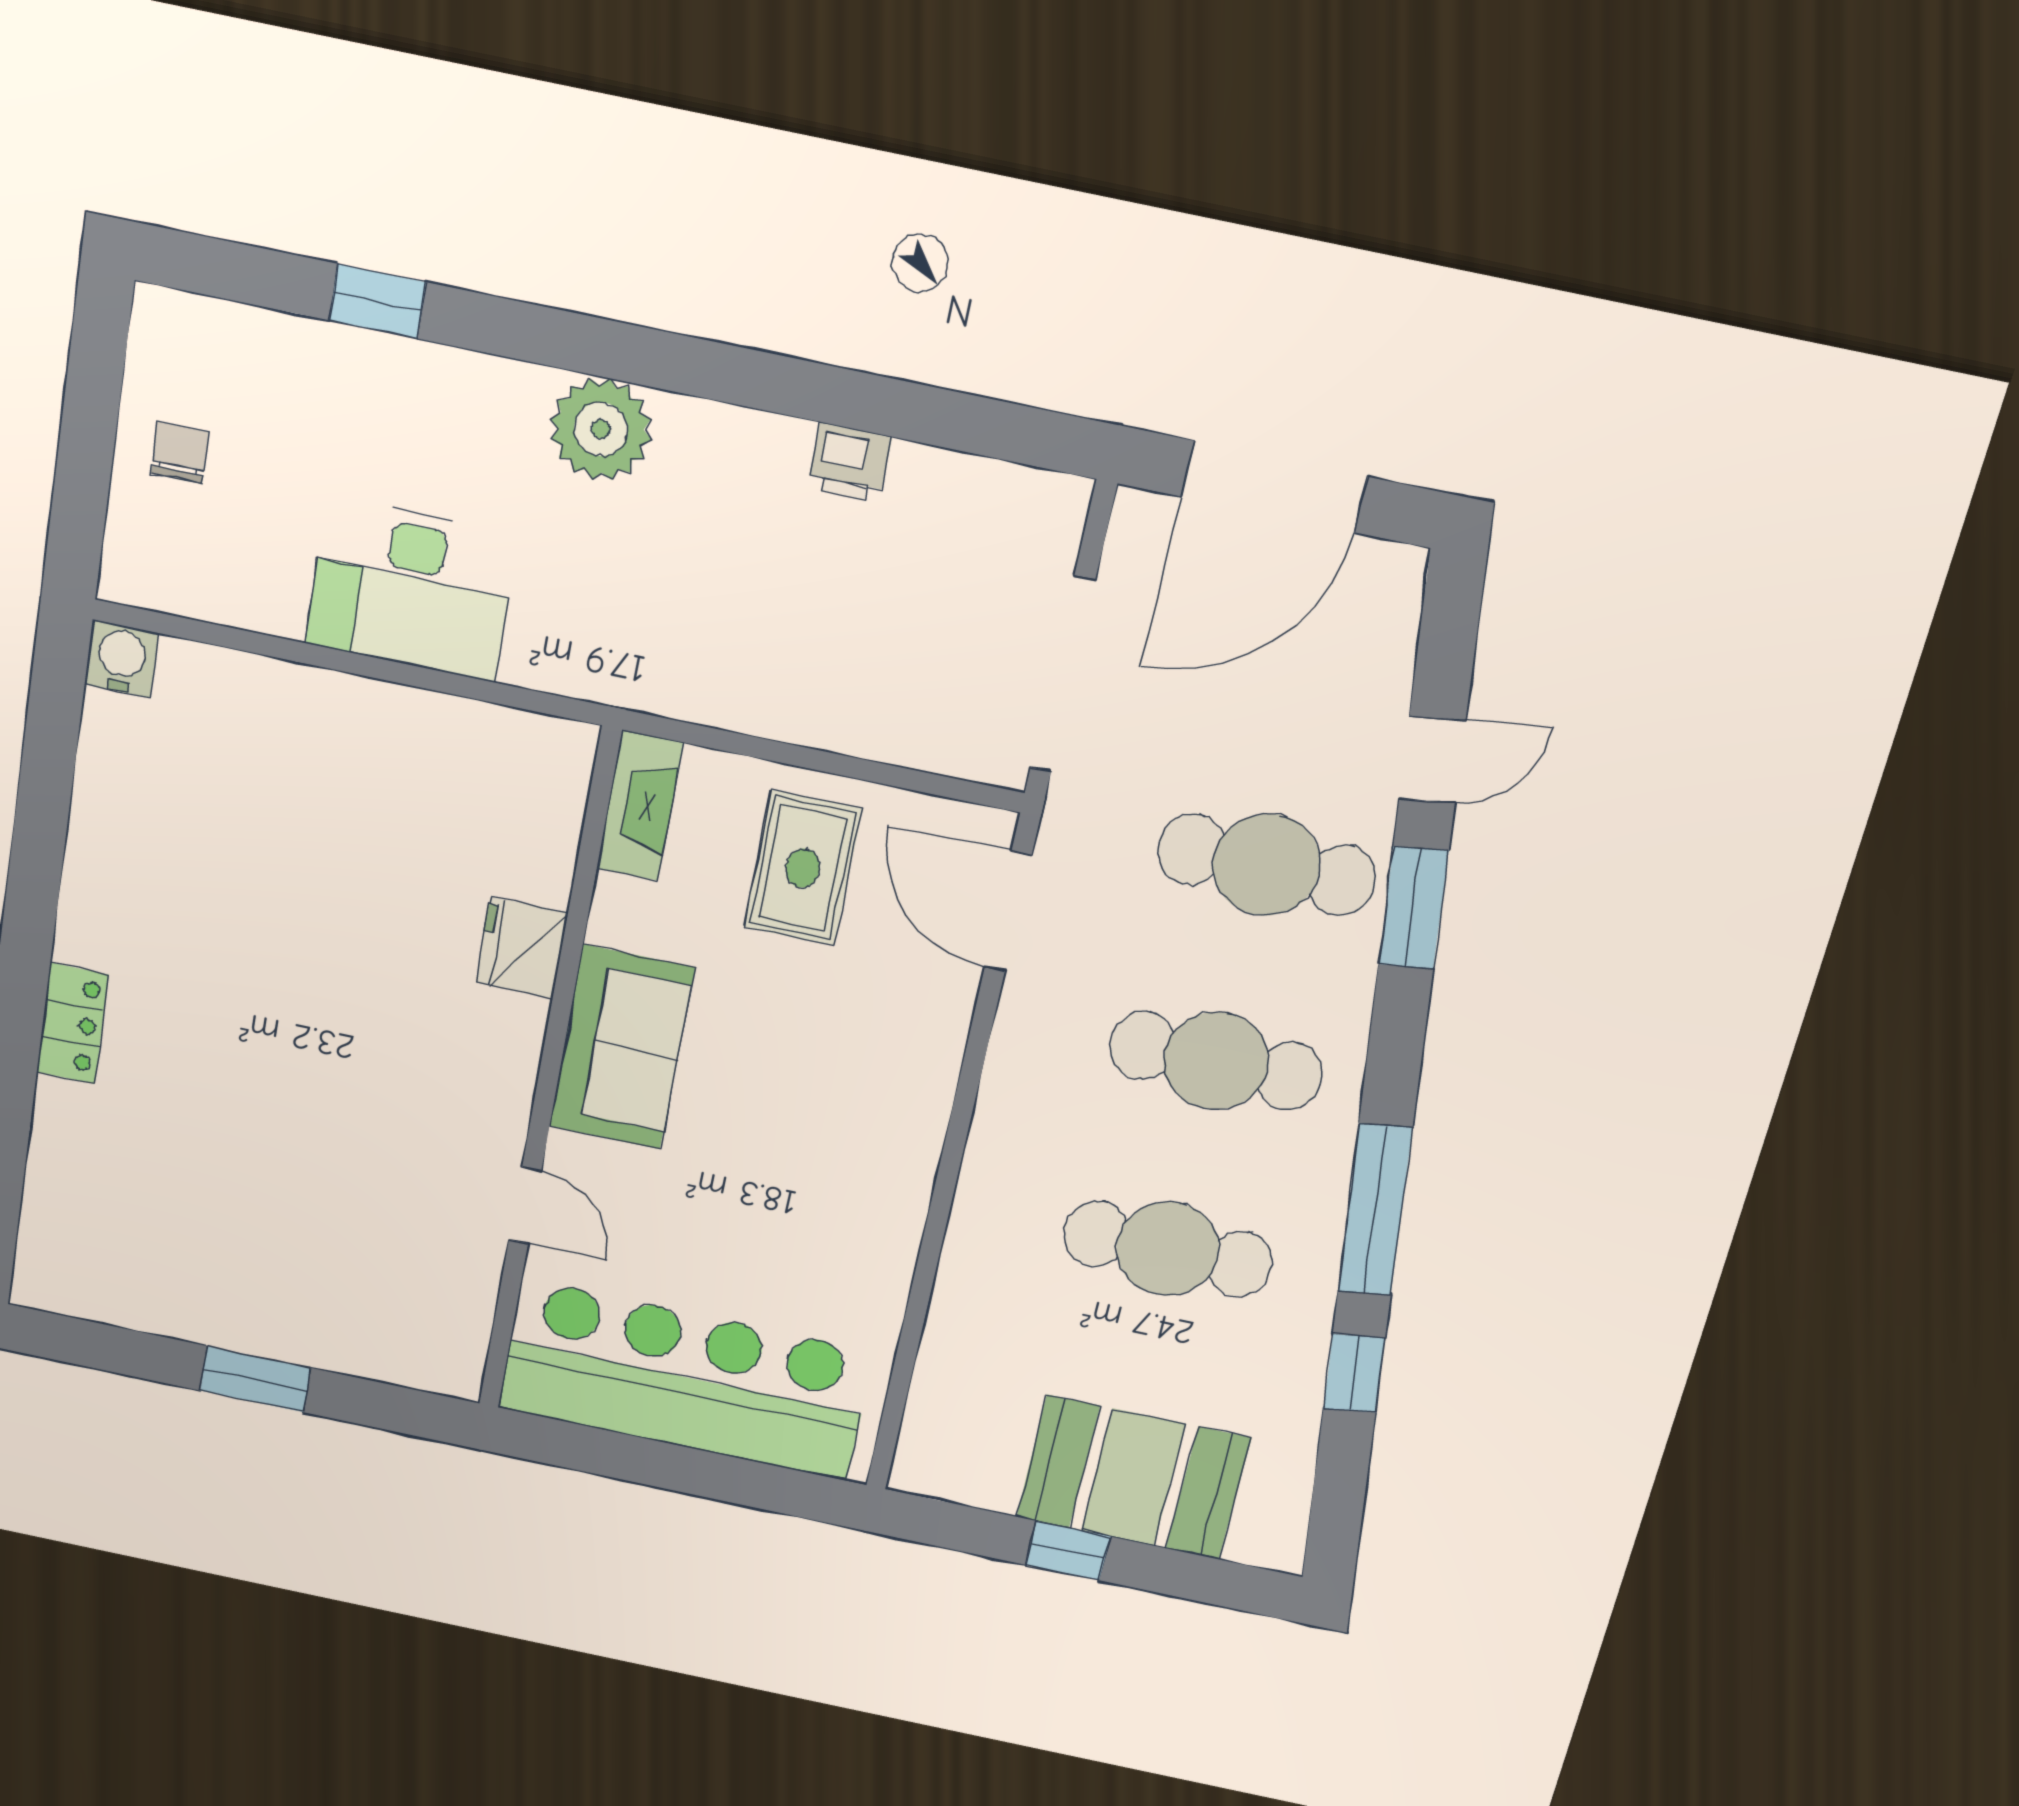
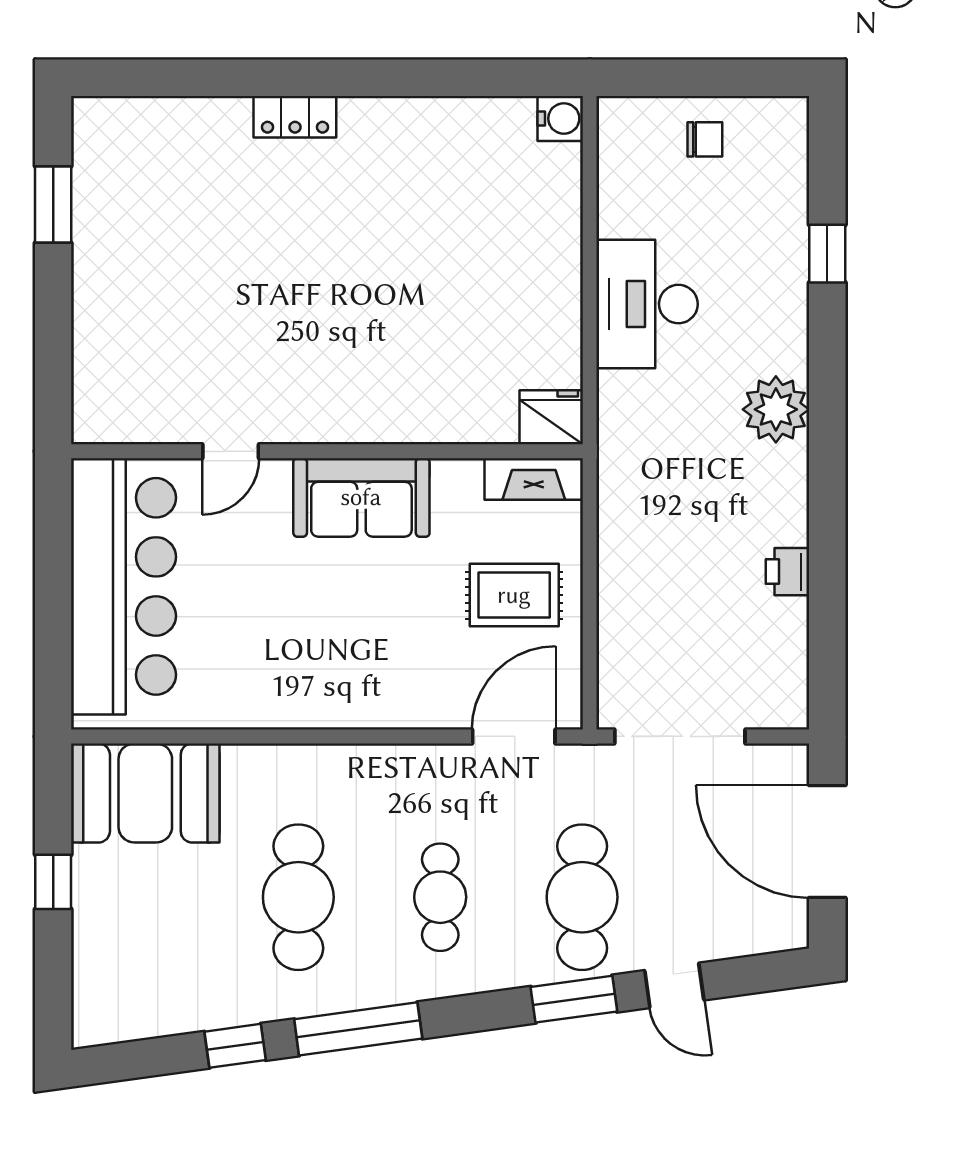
fridge: (522, 948) -> (551, 417), moved
cafe table: (1216, 1061) -> (440, 897), width x0.73, depth x0.74
window: (255, 1379) -> (53, 205), moved
booth: (1133, 1477) -> (145, 793), moved, turned 90

